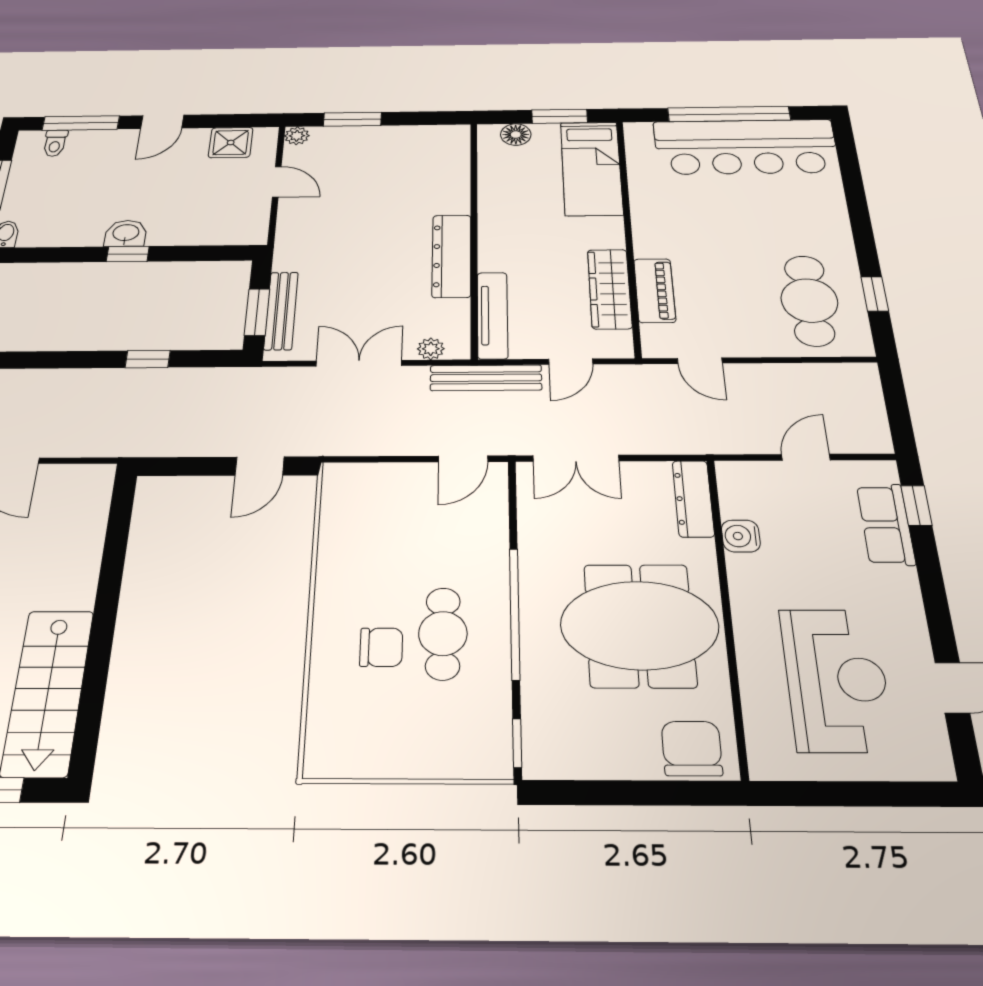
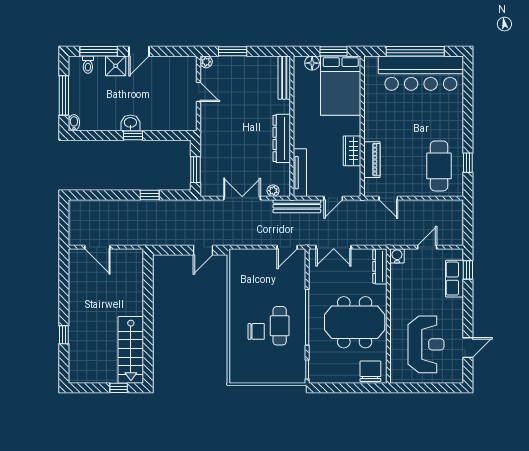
shower: (231, 143) -> (116, 66), moved
bed: (591, 168) -> (341, 86), width x1.50
wardrobe: (610, 289) -> (352, 151), width x0.67
bench: (281, 311) -> (284, 78), moved
water cooler: (741, 536) -> (397, 256), moved, turned 90

